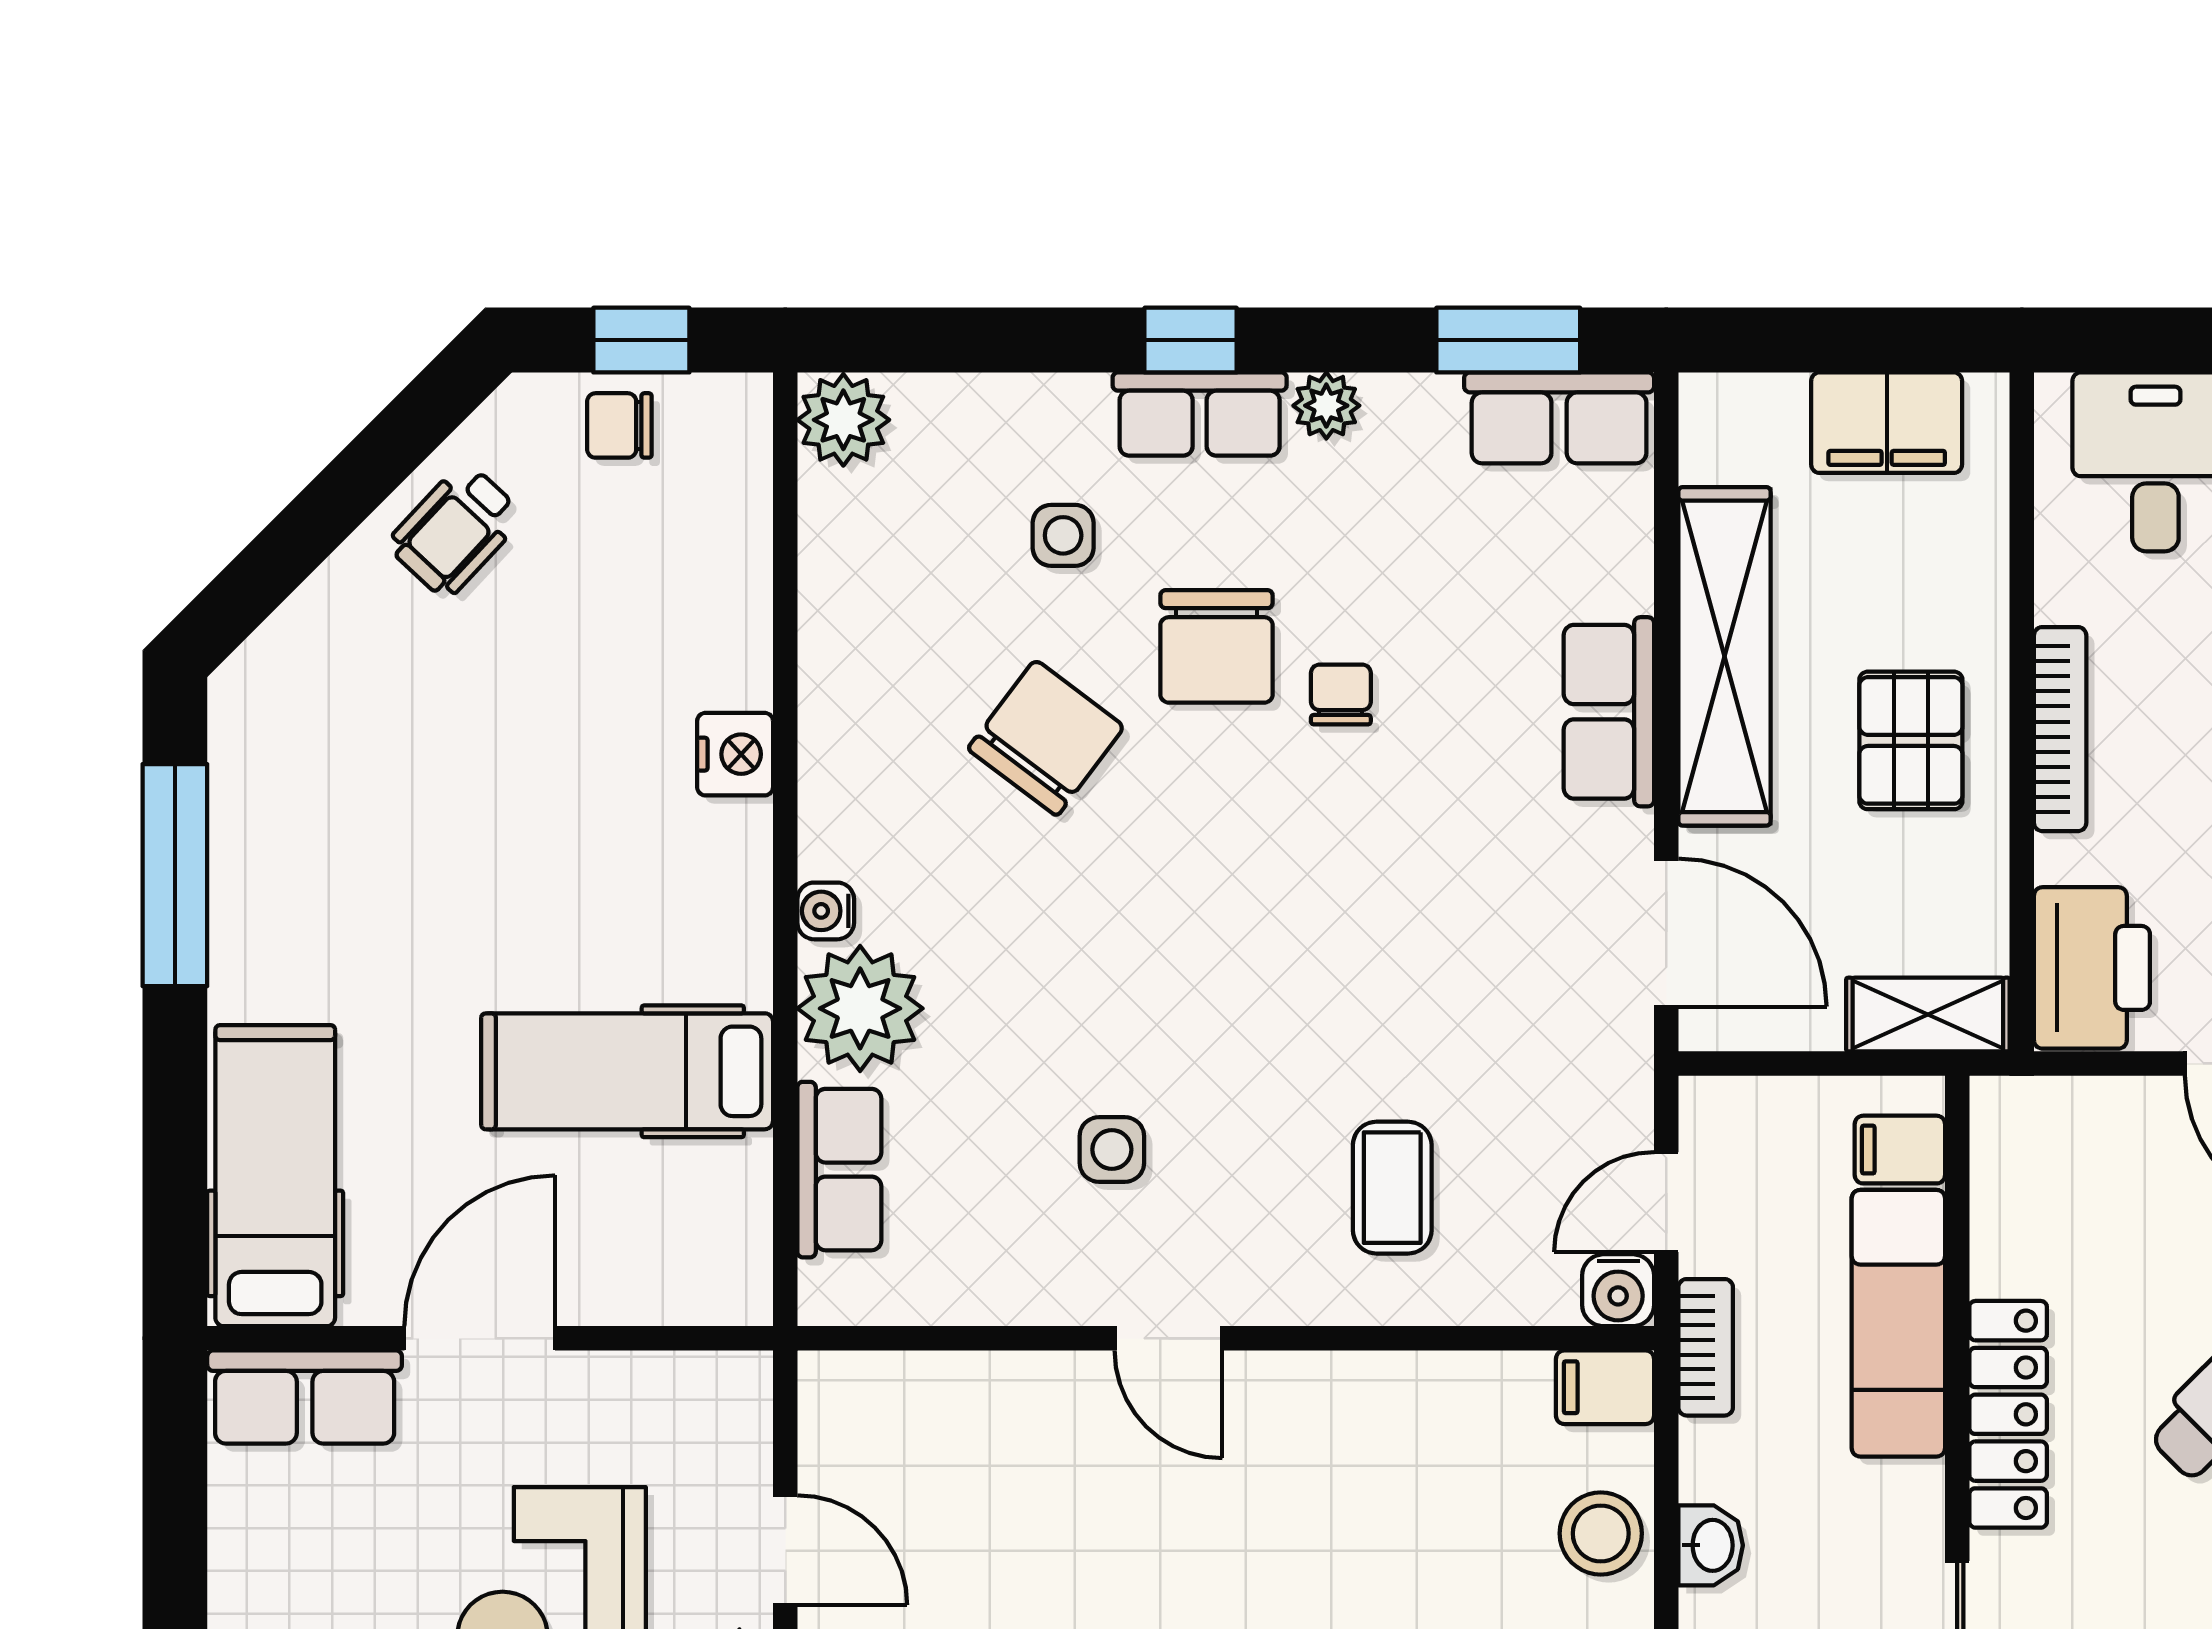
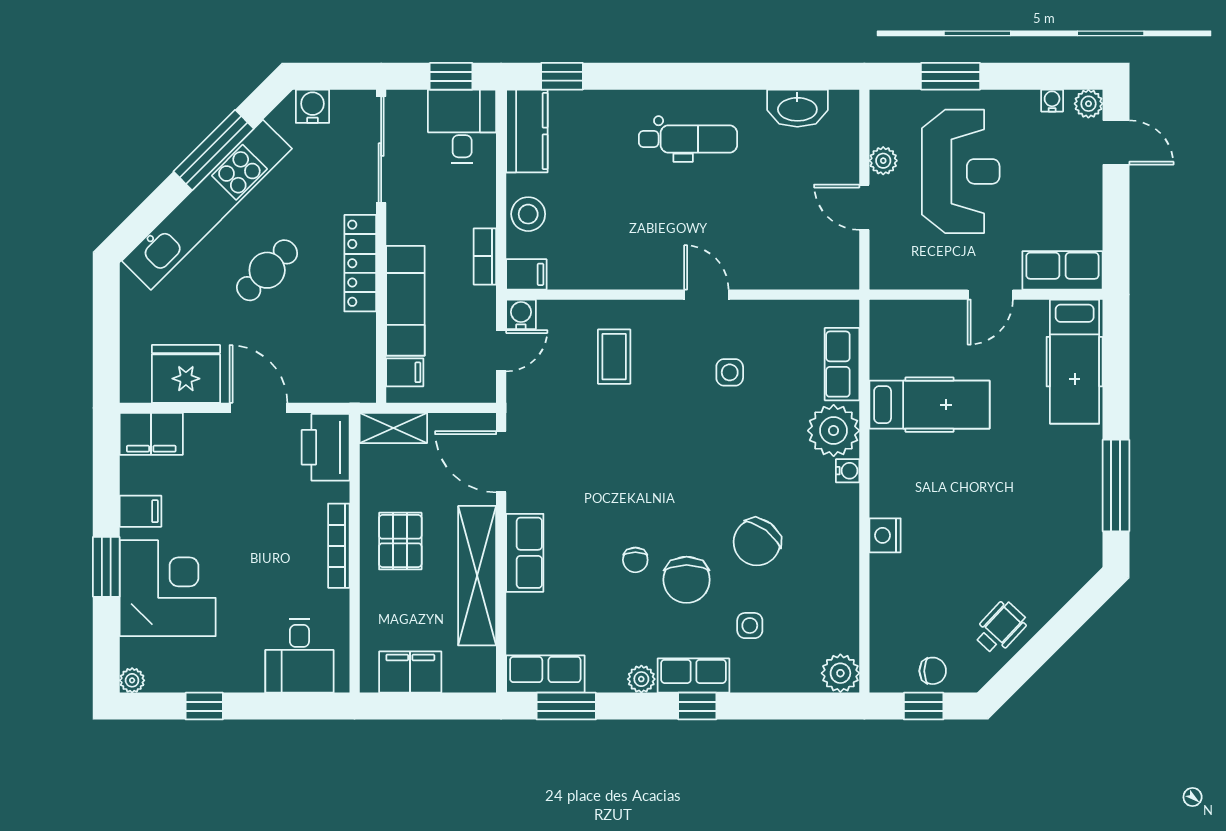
chair: (1217, 646) -> (687, 580), turned 180
door: (480, 1338) -> (990, 295), width x0.73
bookcase: (1706, 1347) -> (485, 256), moved
washbasin: (1711, 1545) -> (483, 209), removed

